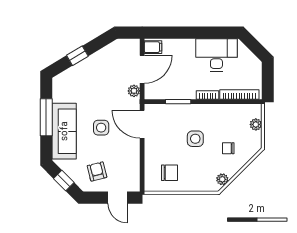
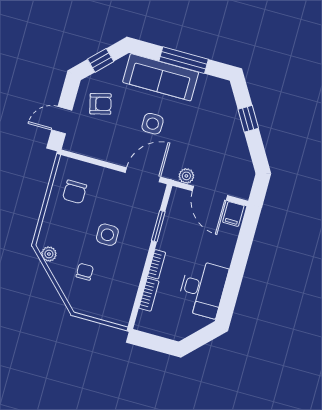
bookcase: (239, 95) -> (149, 295), width x0.64
plant: (256, 124) -> (105, 313), removed

